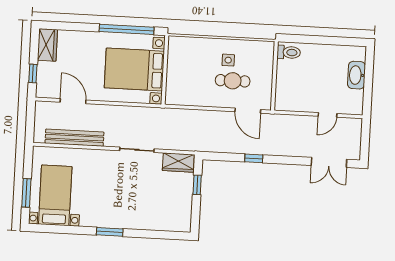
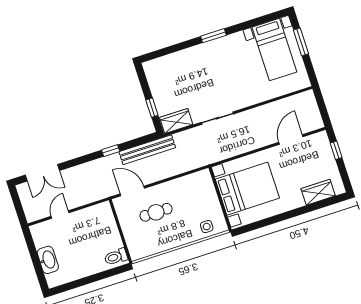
window: (127, 29) -> (268, 222), removed
wardrobe: (47, 45) -> (318, 192), moved, turned 90
side table: (228, 60) -> (207, 227), moved
door: (73, 101) -> (291, 139), swing flipped
bench: (74, 138) -> (147, 150), moved
double door: (329, 162) -> (42, 173), swing flipped

